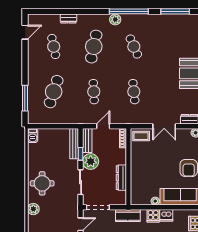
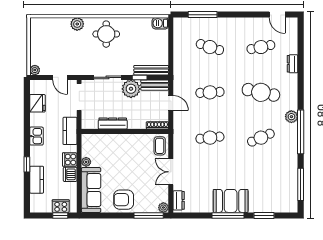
cafe table: (54, 92) -> (210, 47), width x0.73, depth x0.74

